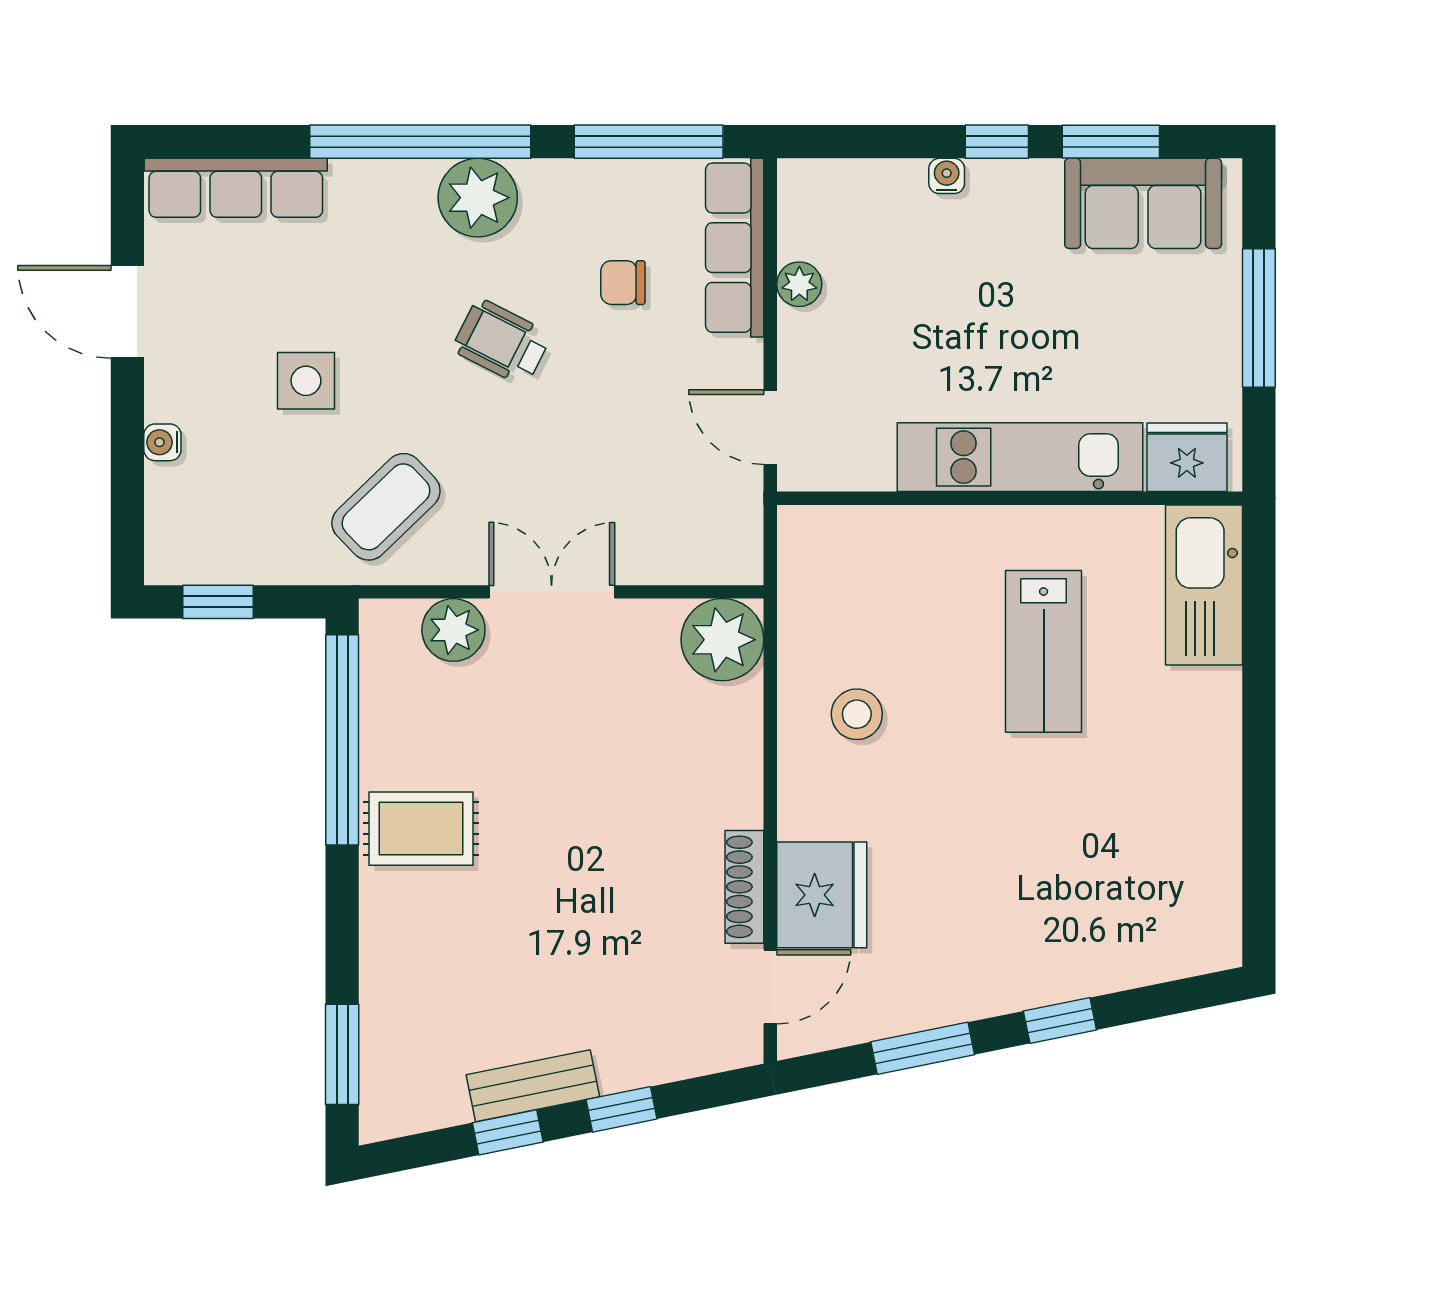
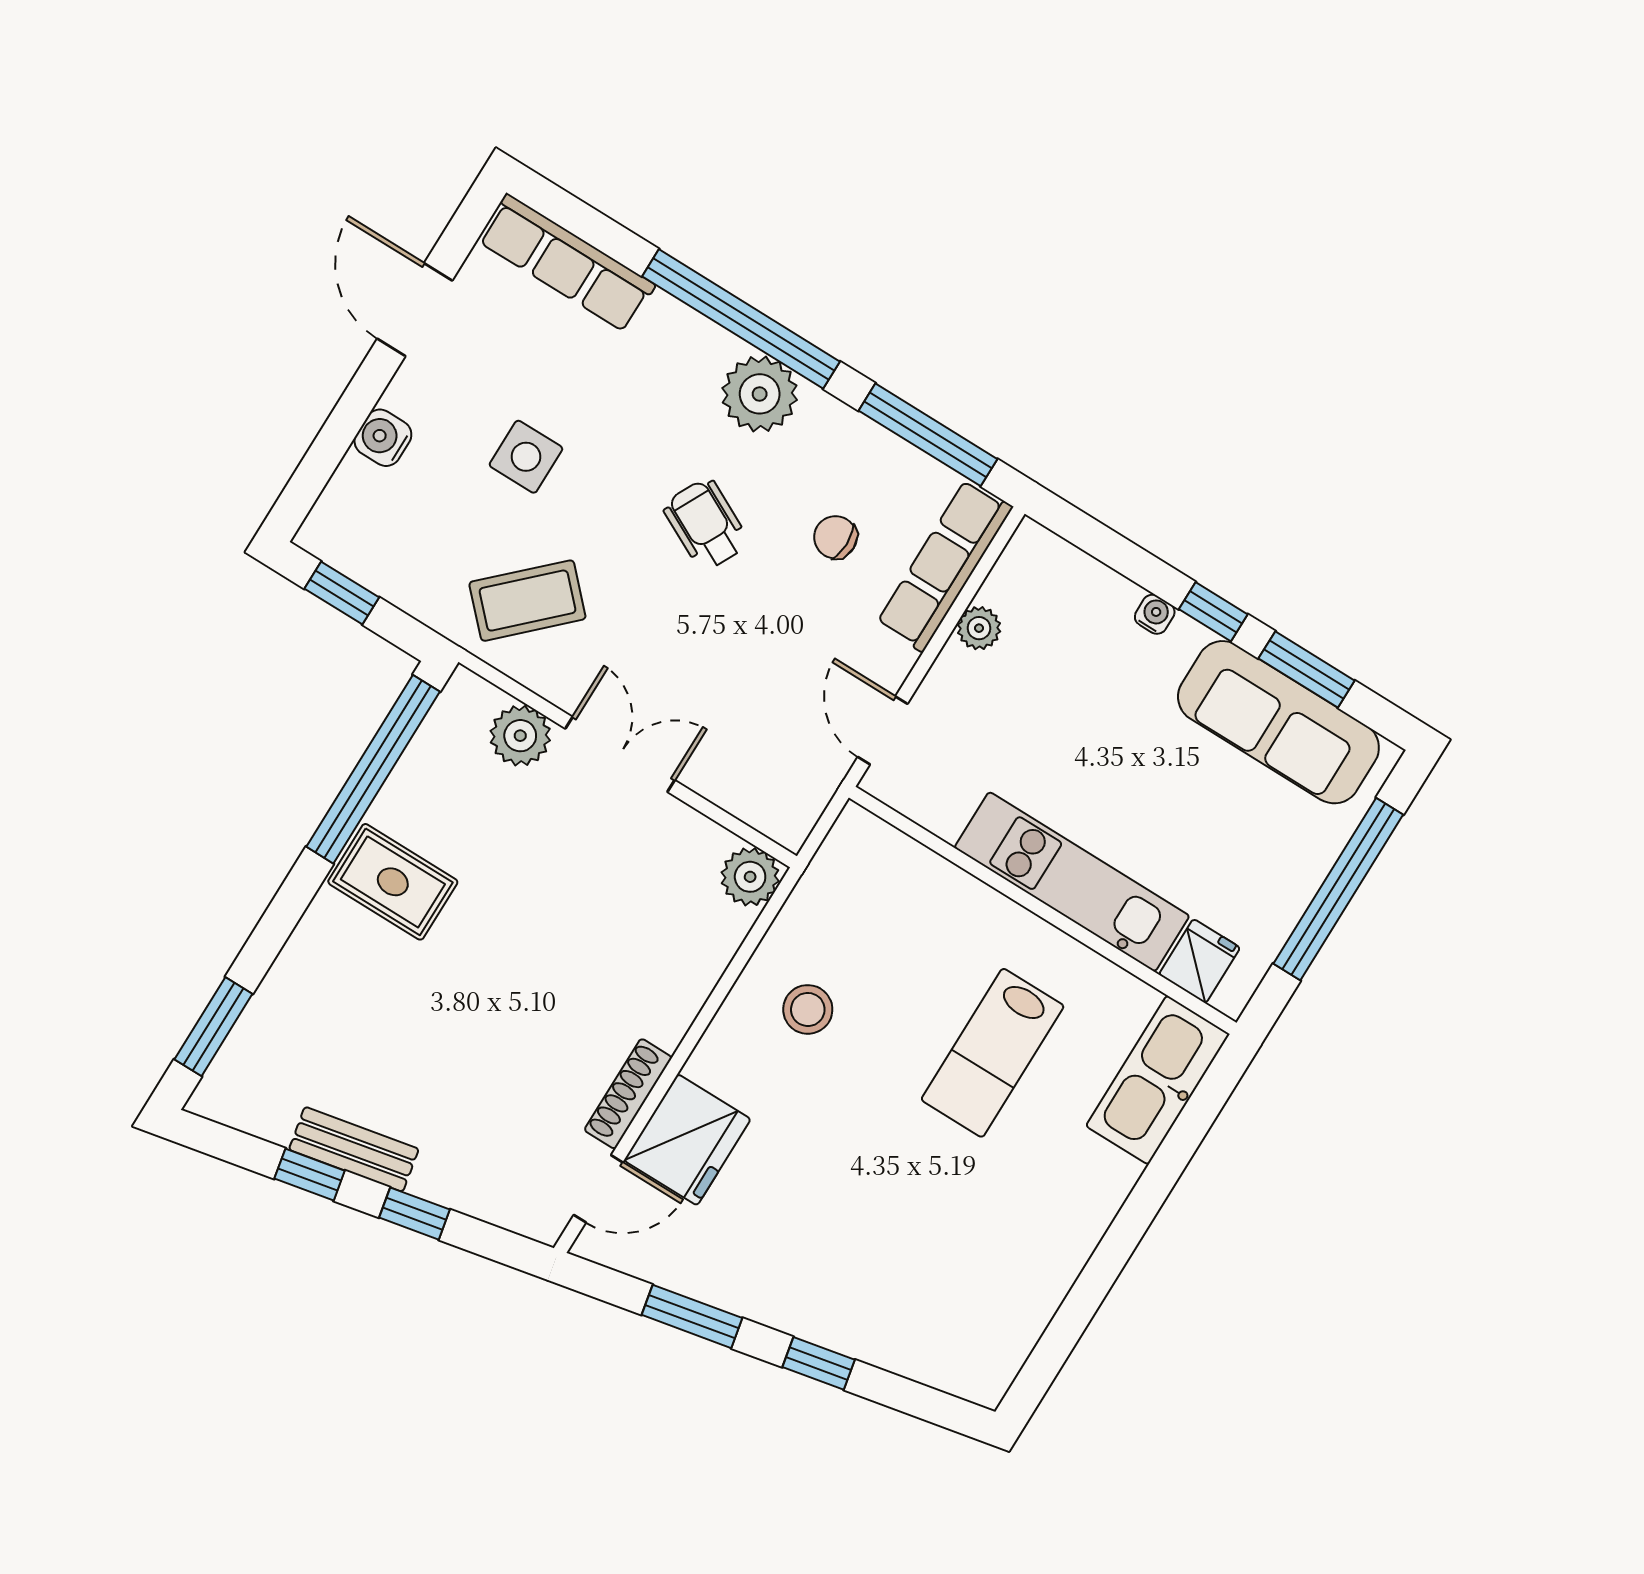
sofa: (1143, 203) -> (1278, 722), width x1.36
window: (1259, 318) -> (1338, 889), width x1.46
water cooler: (162, 442) -> (383, 438), width x1.38, depth x1.38
fridge: (1187, 457) -> (1199, 961), width x0.72
plant: (722, 640) -> (750, 877), width x0.73, depth x0.73

